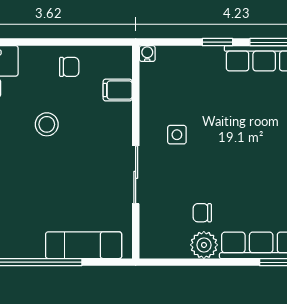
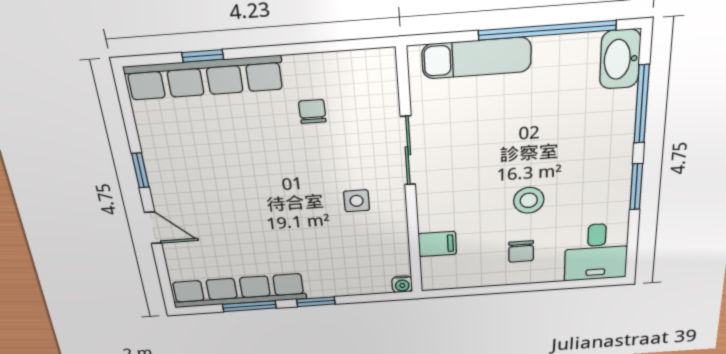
chair: (69, 67) -> (521, 251), moved, turned -90
chair: (202, 213) -> (312, 112), turned -90
plant: (204, 245) -> (305, 71), removed

